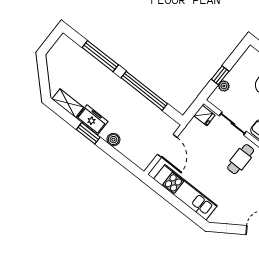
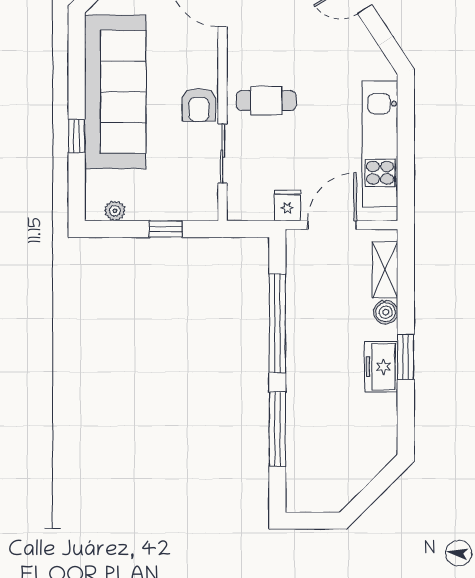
plant: (224, 86) -> (115, 211), moved
shelving: (68, 103) -> (385, 270), moved
fridge: (204, 115) -> (287, 205), moved

